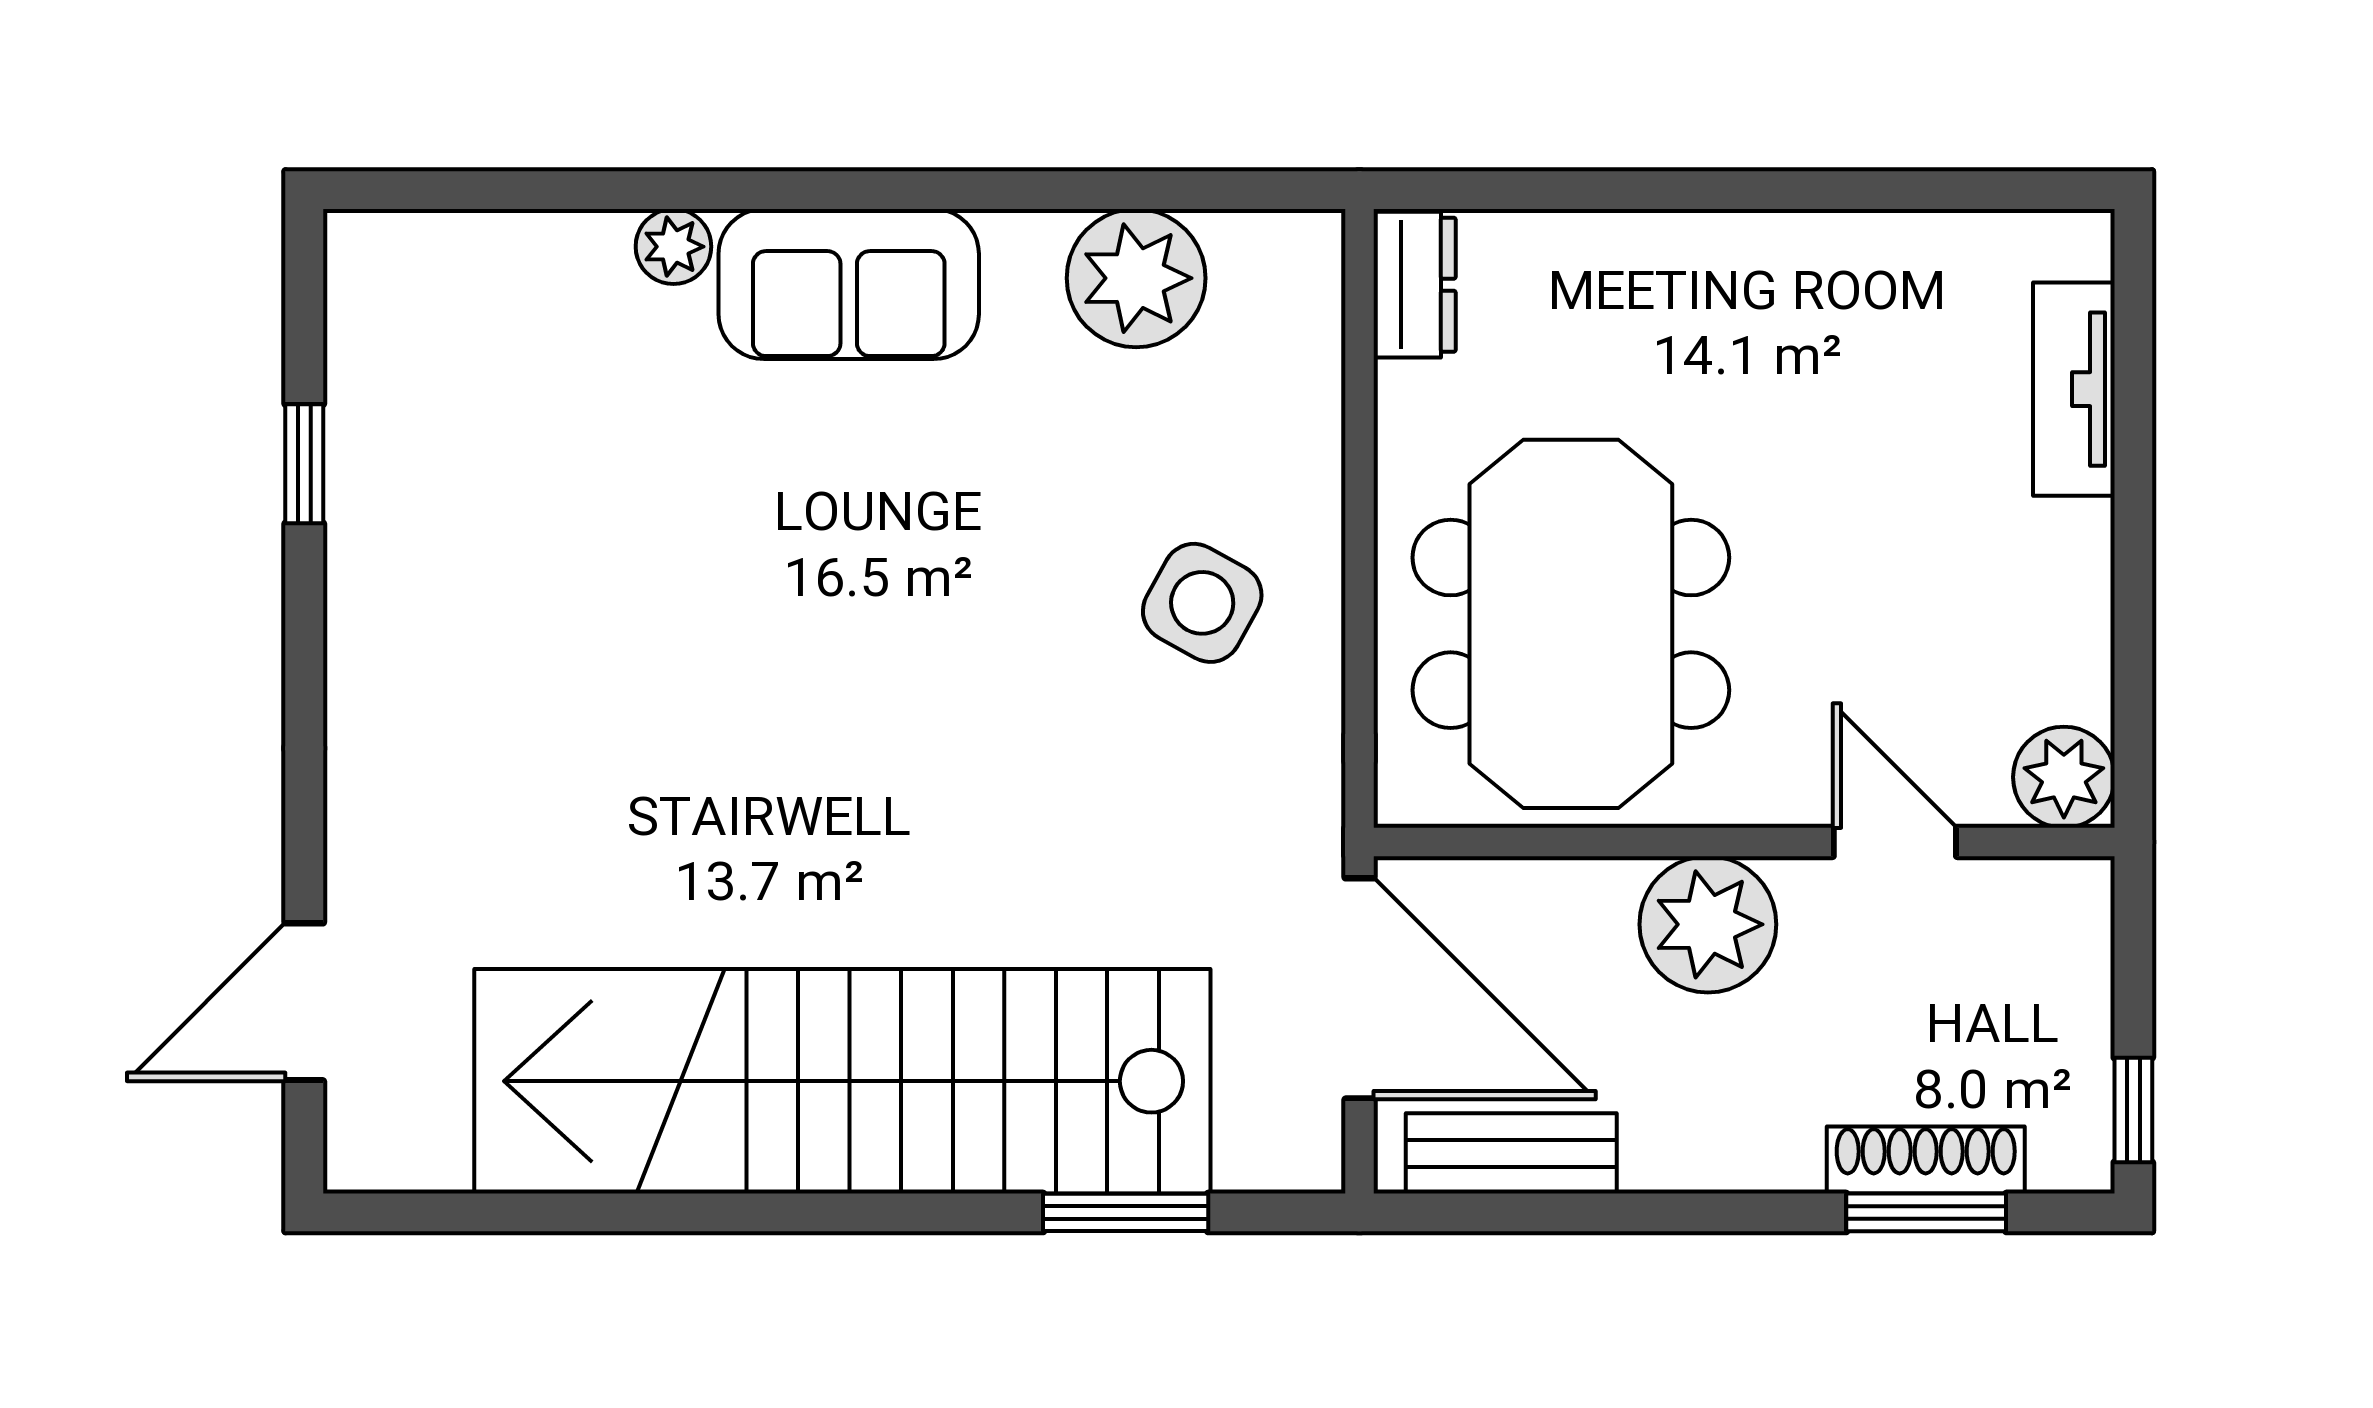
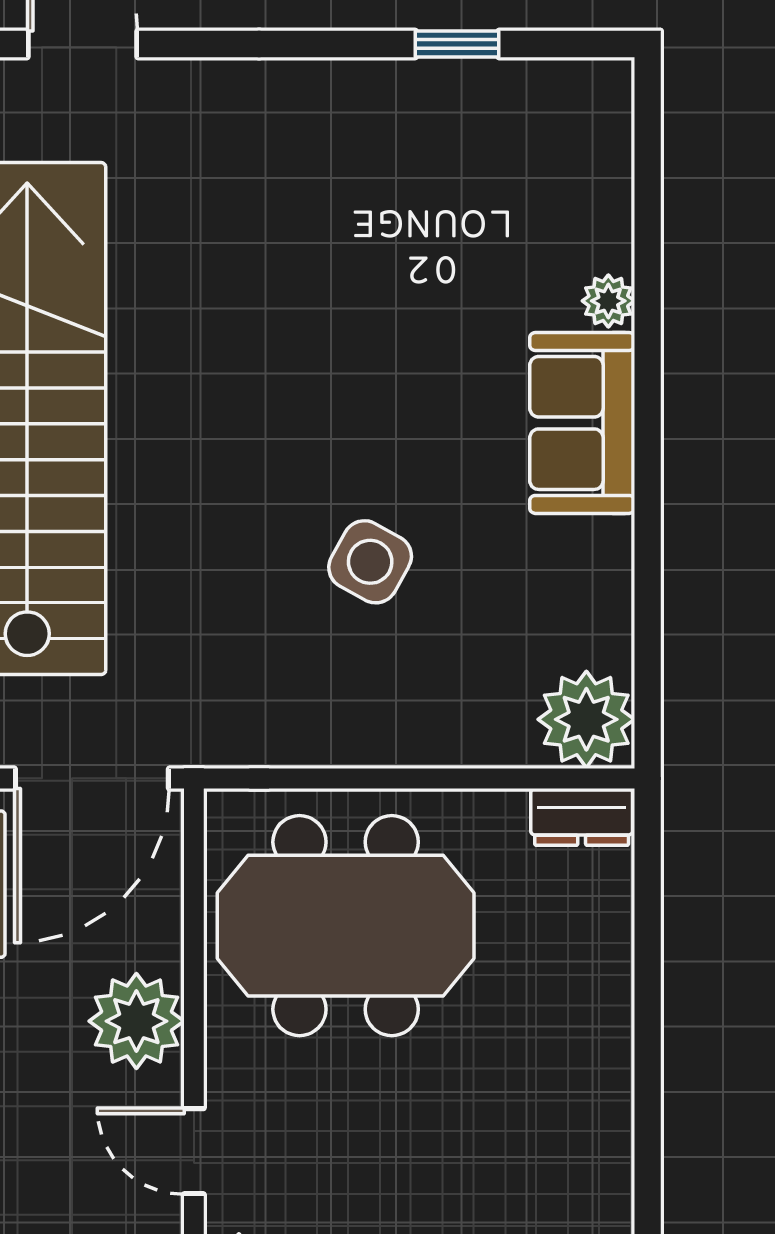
plant: (1136, 278) -> (586, 719), moved
side table: (1202, 603) -> (370, 562), moved
door: (1895, 842) -> (194, 1151), swing flipped

